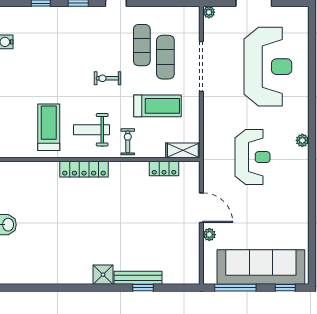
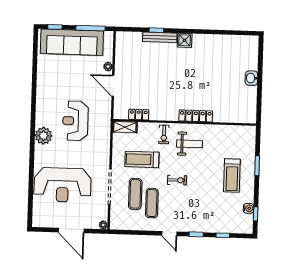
reception desk: (268, 67) -> (62, 185), turned -90
treadmill: (49, 127) -> (232, 175), moved
plant: (302, 140) -> (43, 136), width x1.88, depth x1.88

